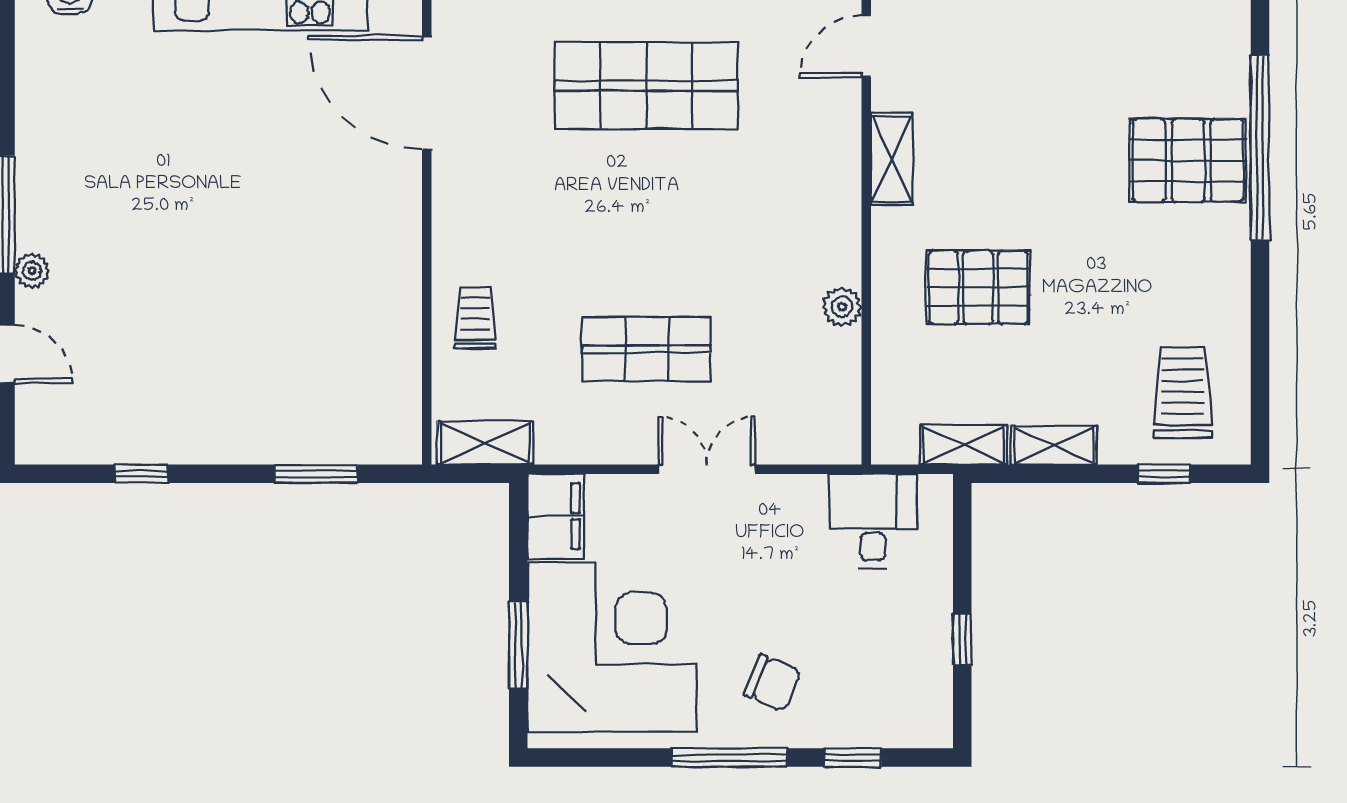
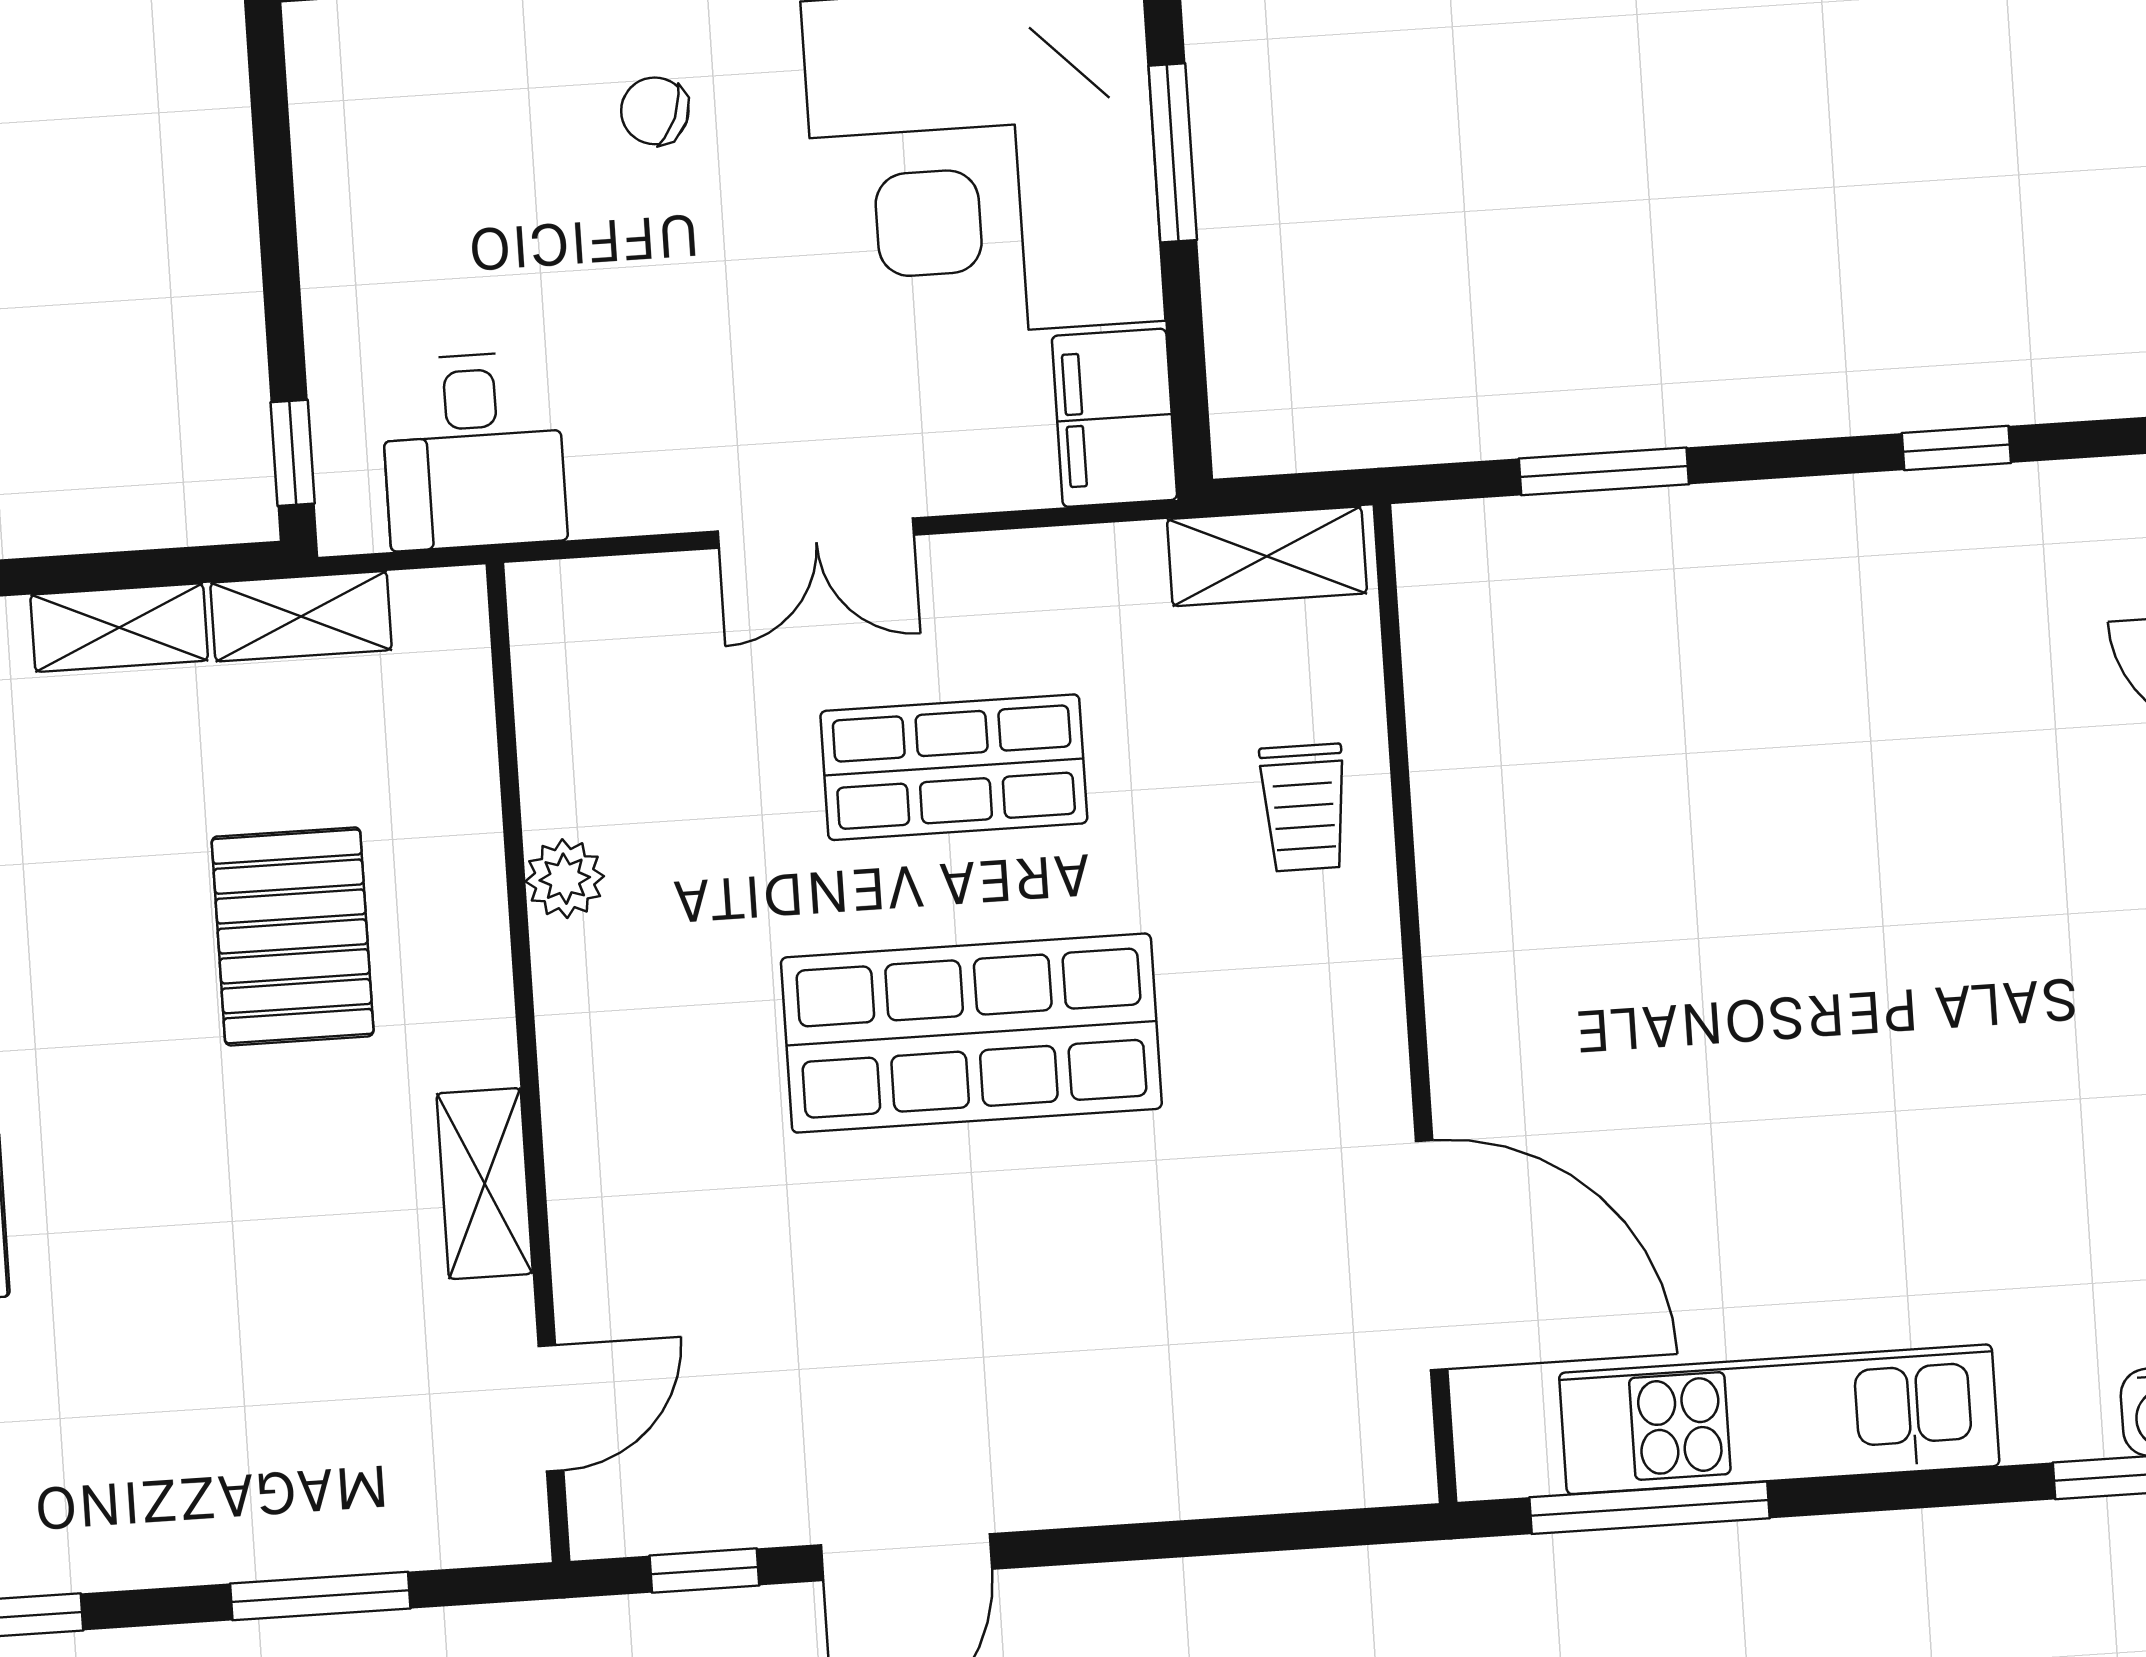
shop shelf: (646, 86) -> (971, 1033), moved
pallet: (978, 287) -> (293, 936), turned 90
window: (962, 639) -> (293, 453), moved
chair: (772, 683) -> (655, 111), width x0.73, depth x0.73

